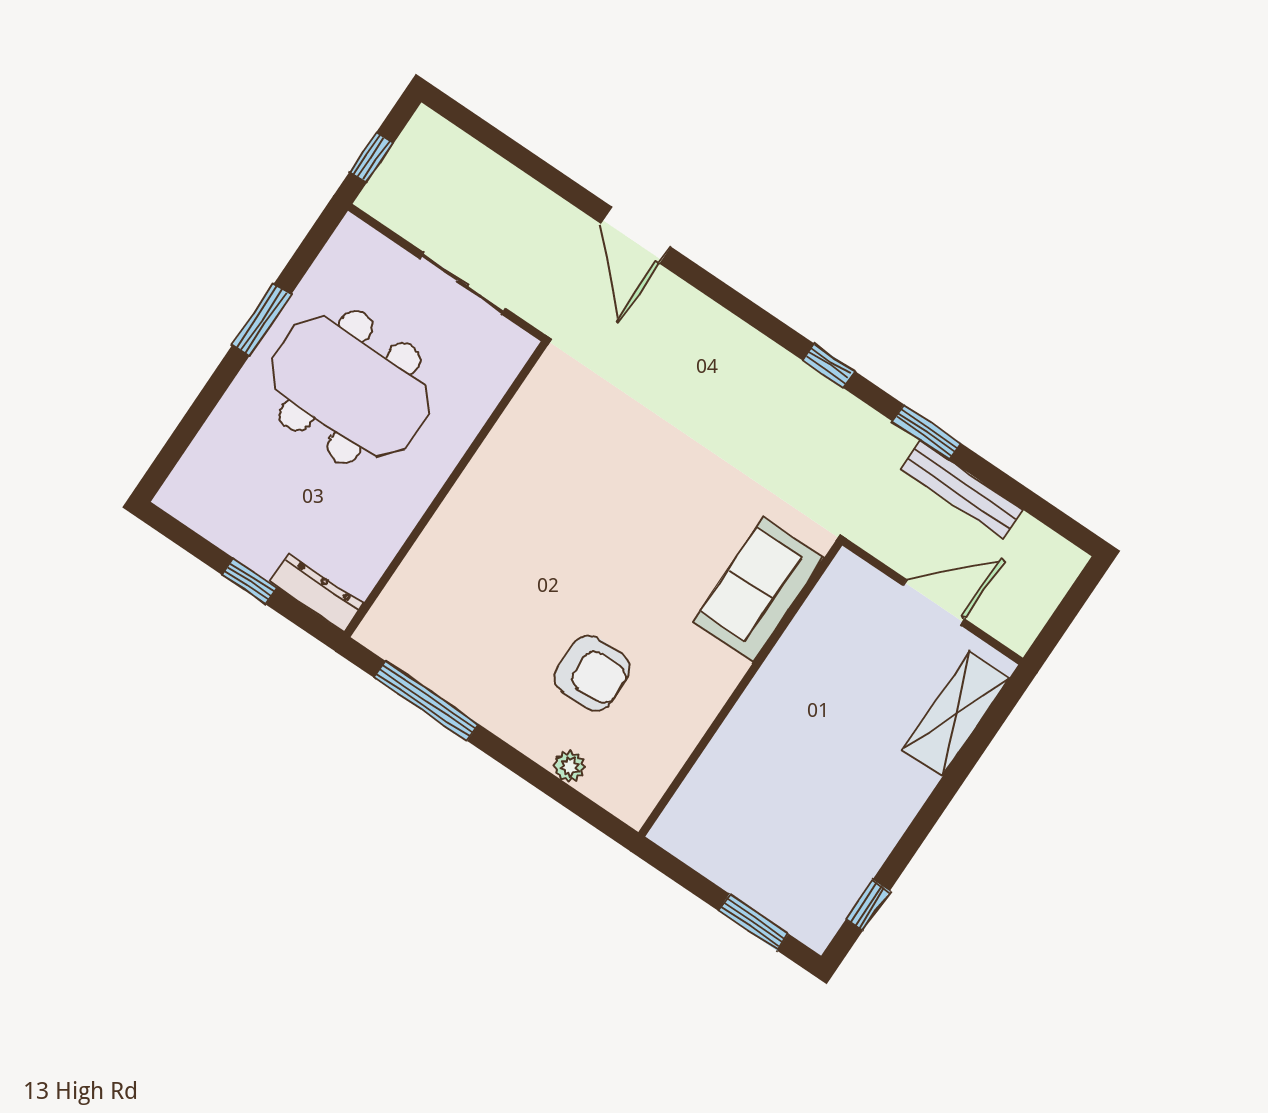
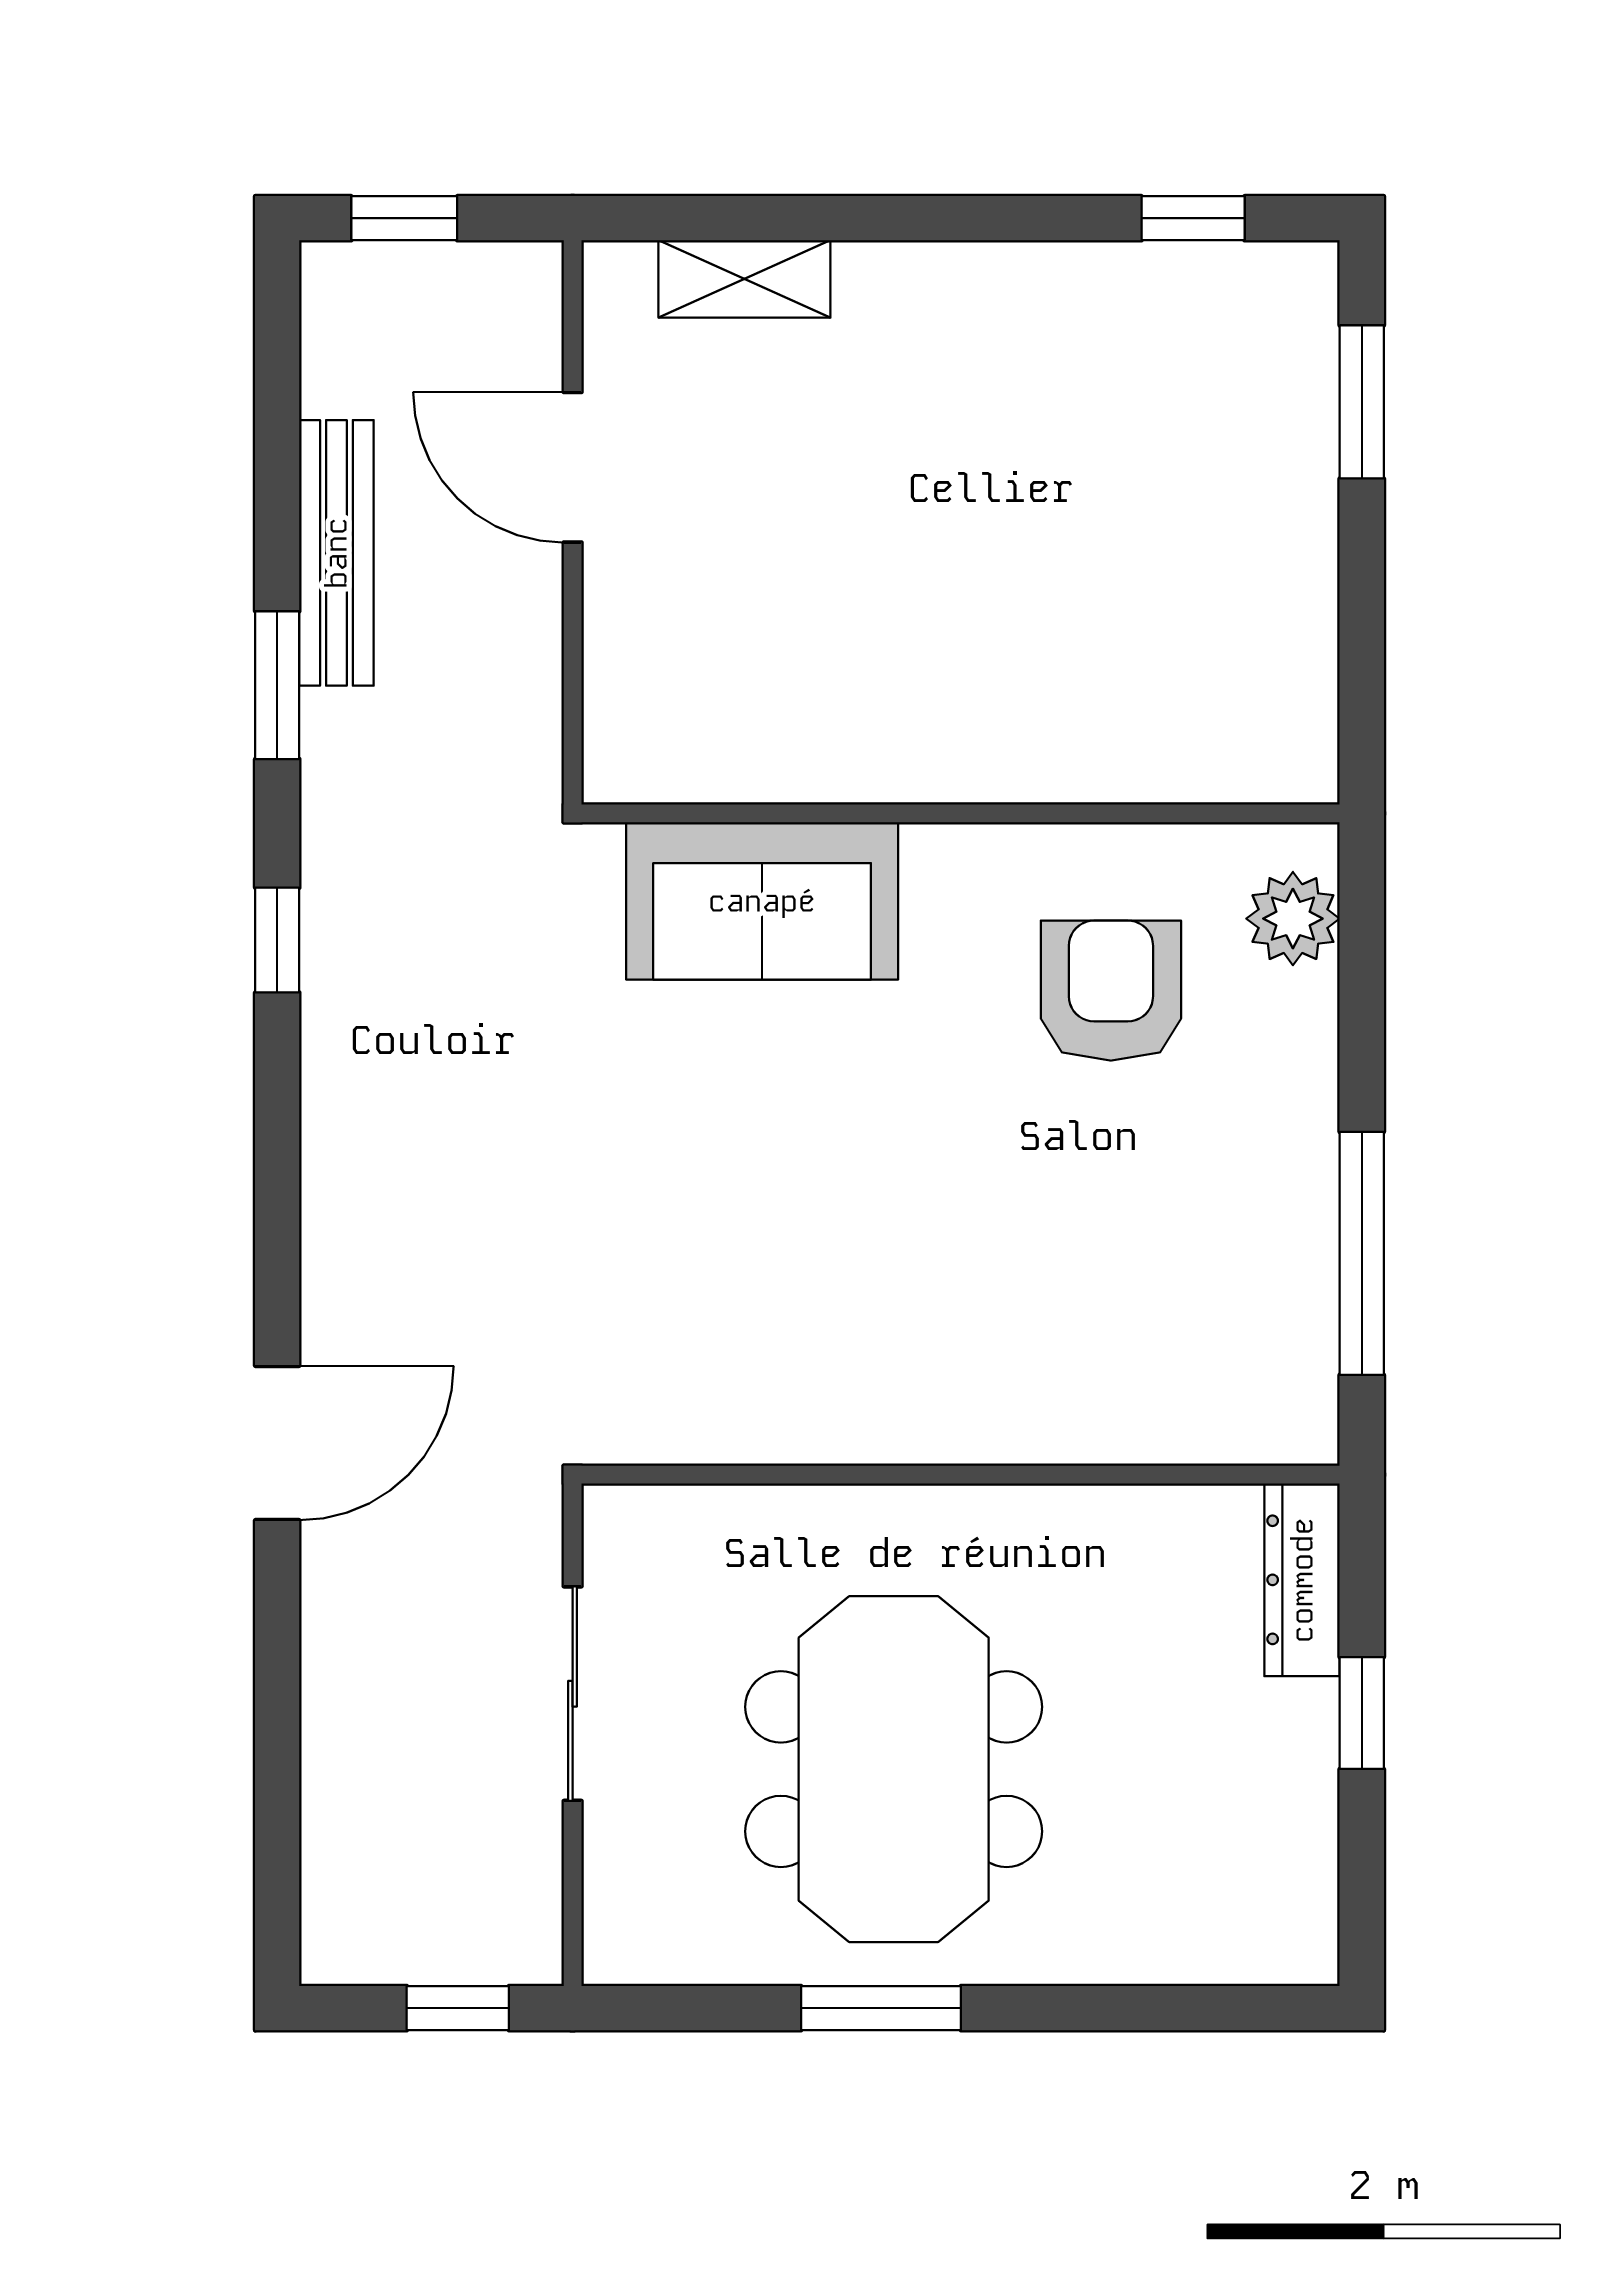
sofa: (758, 590) -> (762, 901), moved
window: (1073, 602) -> (404, 218), added
wall: (740, 689) -> (961, 813), moved
shelving: (956, 714) -> (744, 279), width x0.67, depth x0.75
plant: (570, 766) -> (1293, 919), width x1.38, depth x1.38

